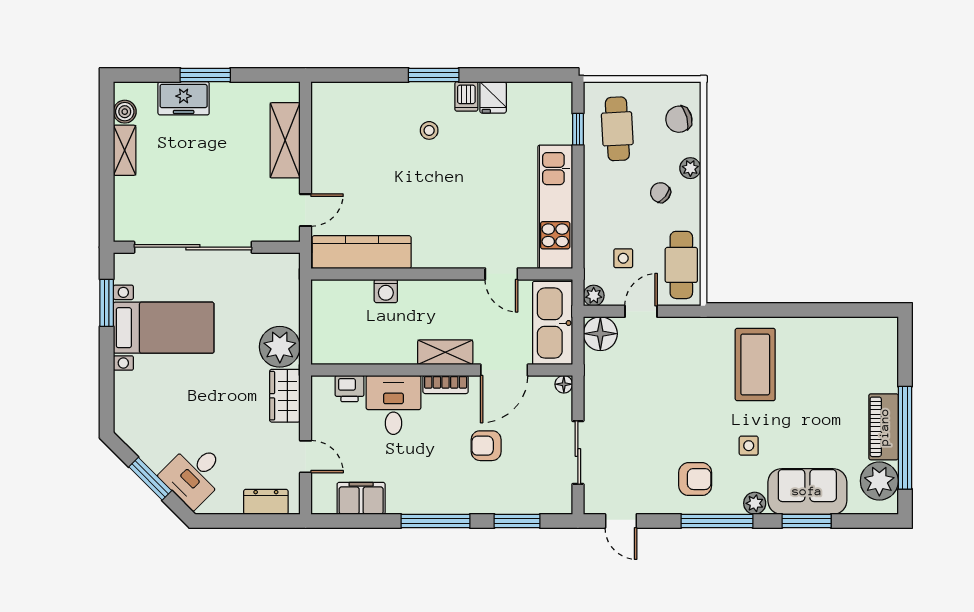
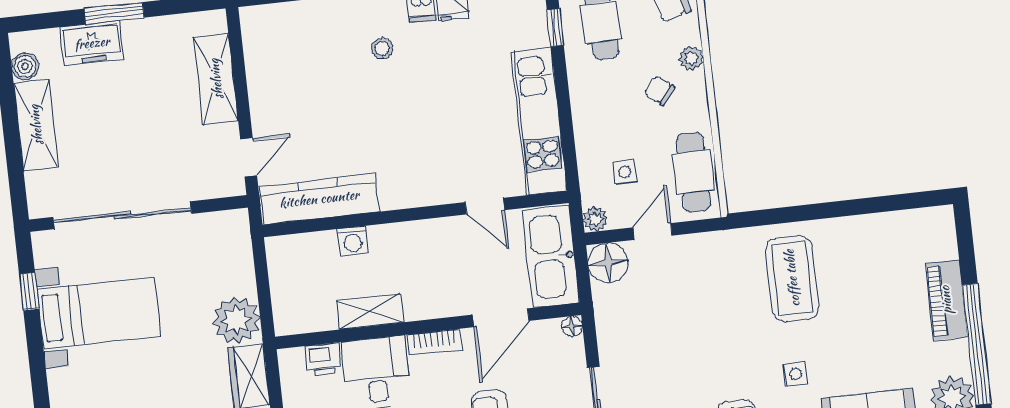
shelving: (125, 150) -> (36, 125), width x1.50, depth x1.33
window: (107, 303) -> (29, 291), width x0.67
shelving: (445, 352) -> (370, 311), moved
piano: (884, 427) -> (946, 300), moved

